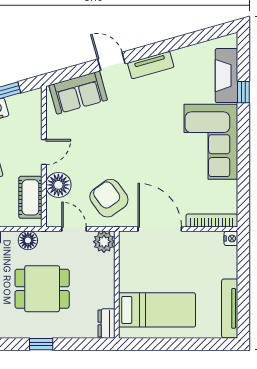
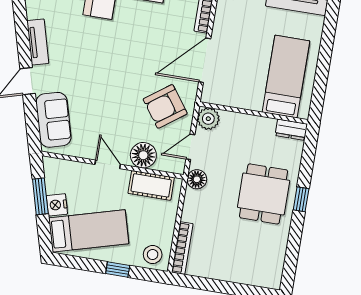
floor lamp: (28, 240) -> (197, 179), moved
dining table: (42, 289) -> (264, 194), moved

